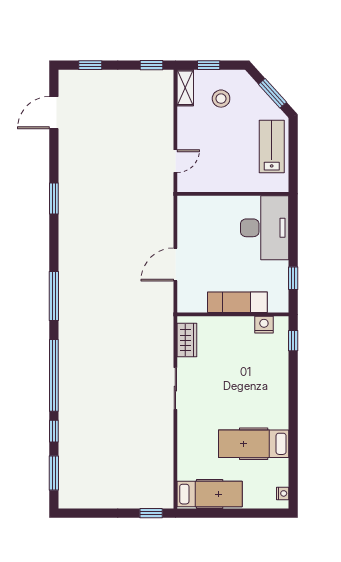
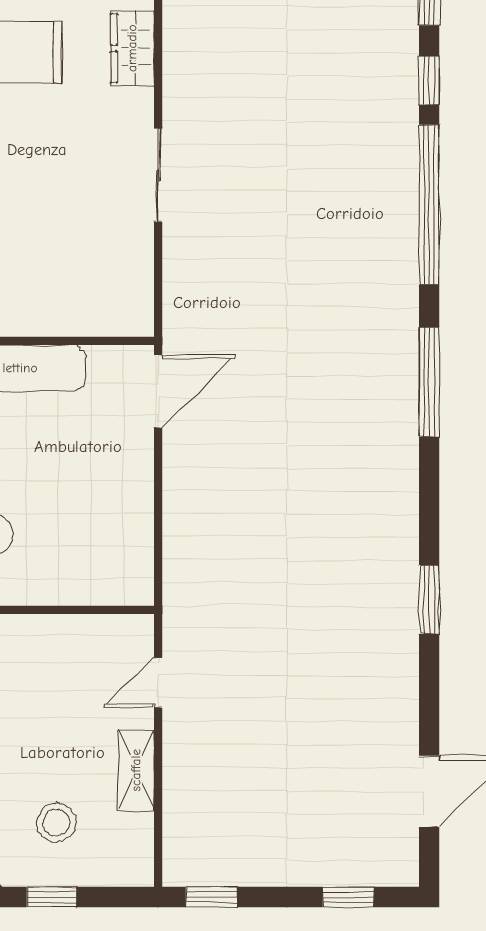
window: (209, 65) -> (52, 897), moved
shelving: (185, 88) -> (136, 770), moved
door: (175, 264) -> (158, 391), moved
wardrobe: (187, 340) -> (132, 48), moved

